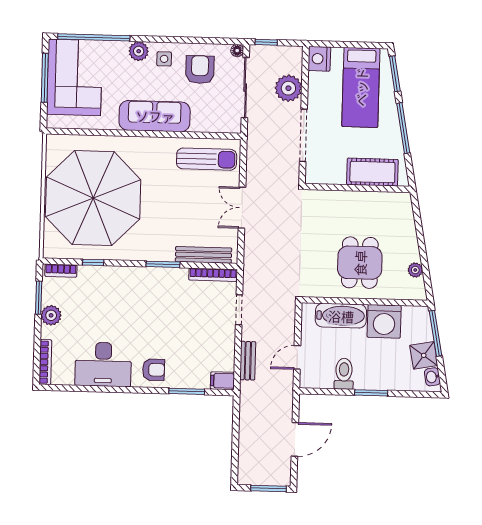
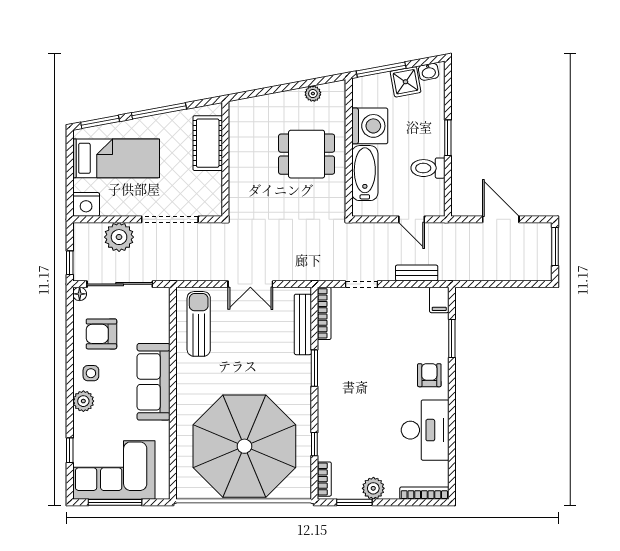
window: (94, 37) -> (70, 450), width x0.32

